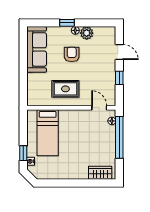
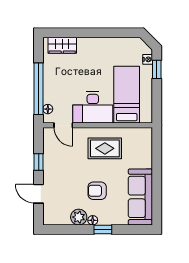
armchair: (72, 54) -> (97, 191), turned 90
desk: (75, 122) -> (93, 107), added

